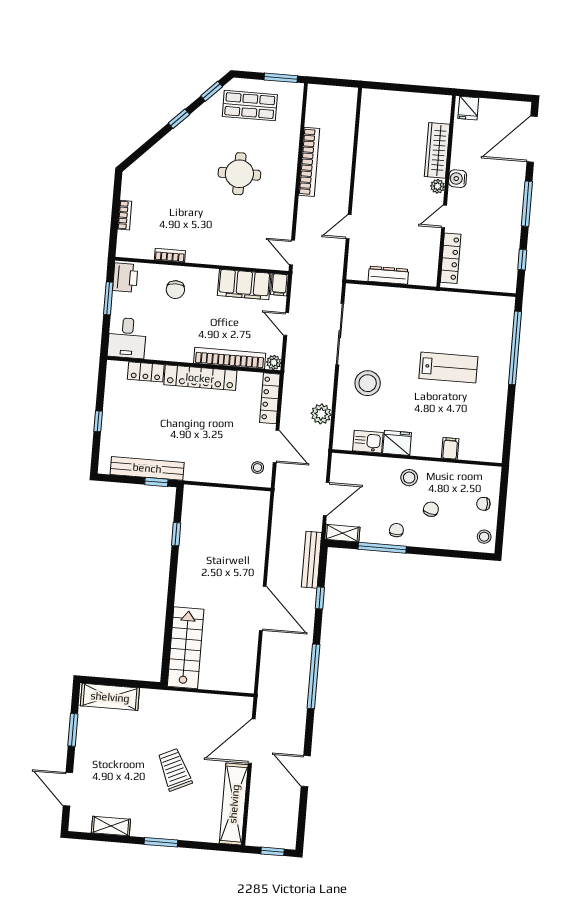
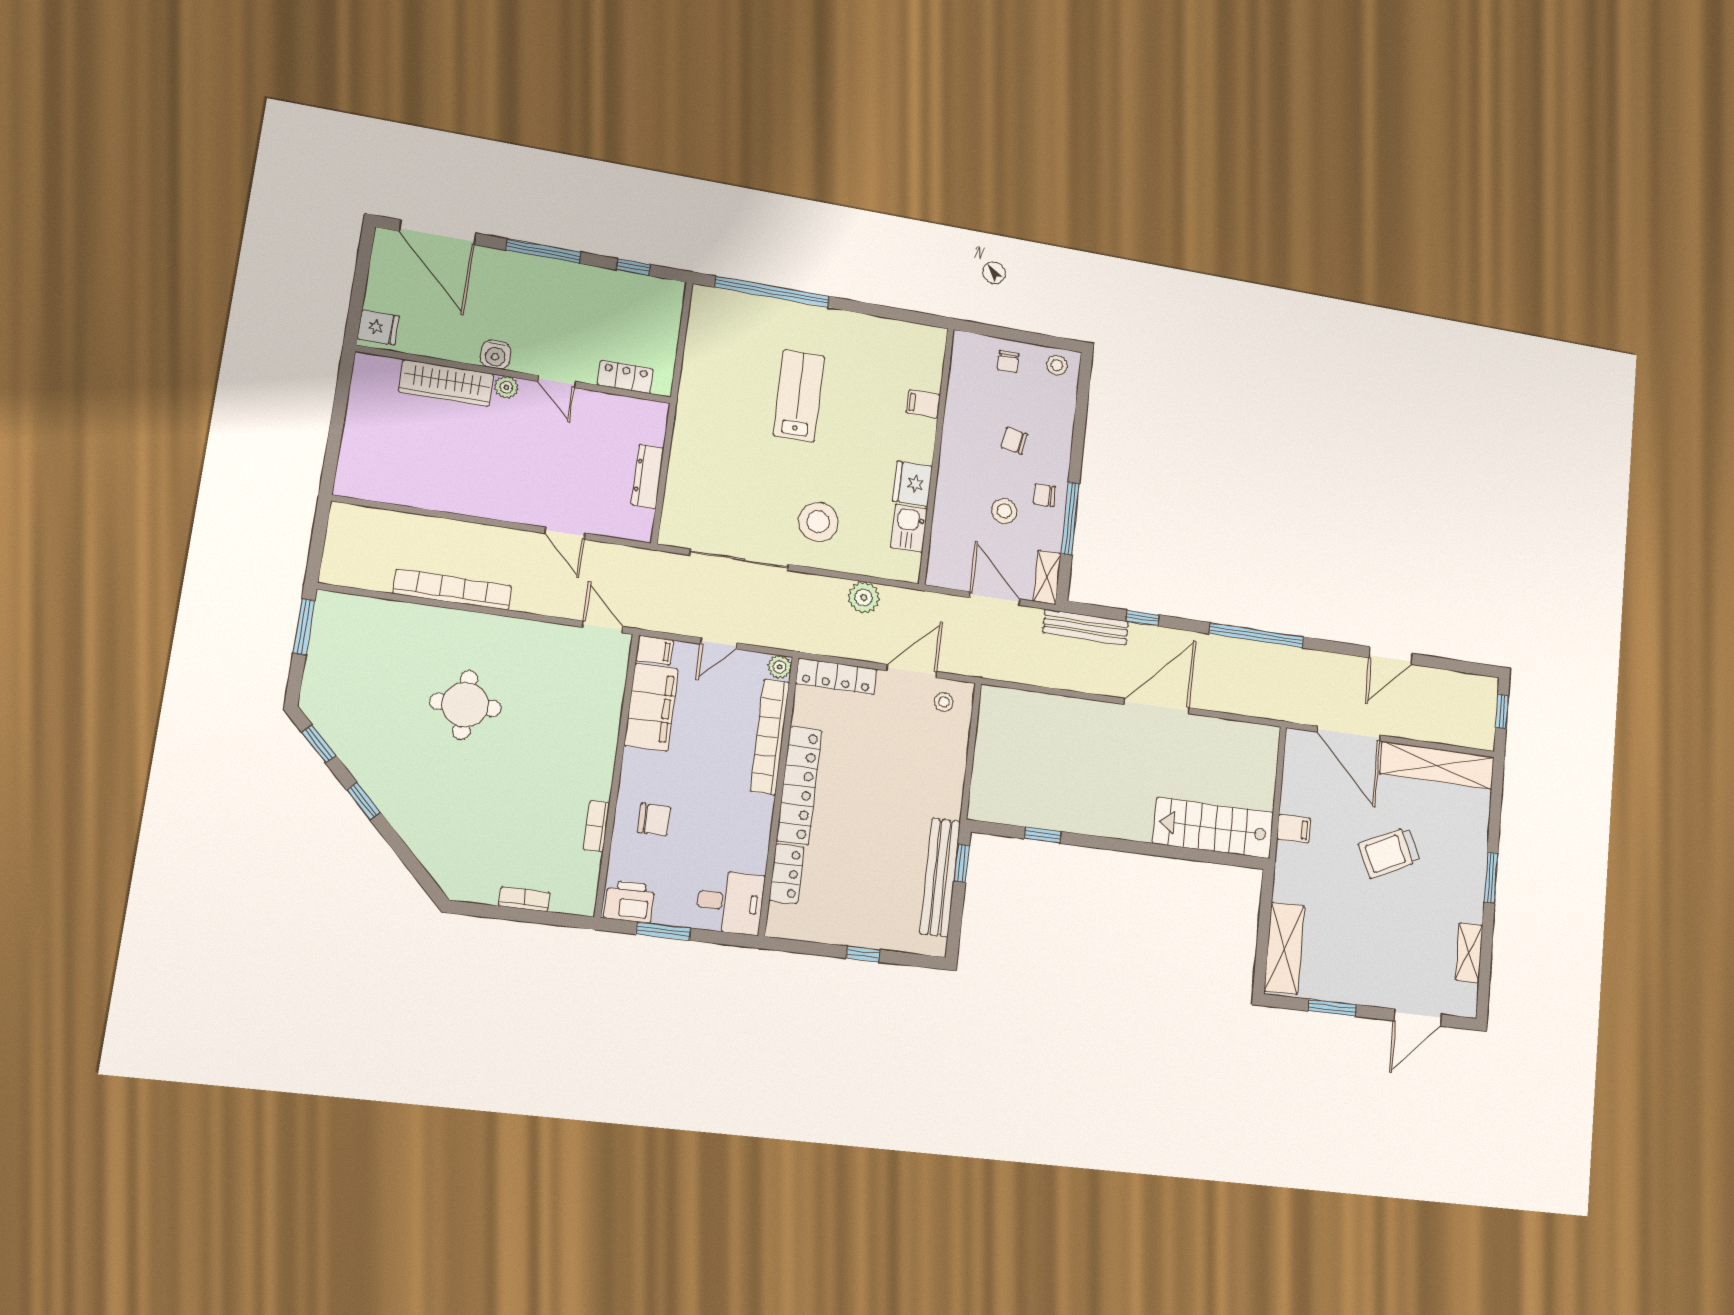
shop shelf: (250, 106) -> (349, 681), removed
door: (292, 253) -> (603, 627), swing flipped
locker: (451, 258) -> (625, 377), width x0.66
stool: (409, 478) -> (1004, 511), moved
filing cabinet: (187, 703) -> (1294, 829), added

